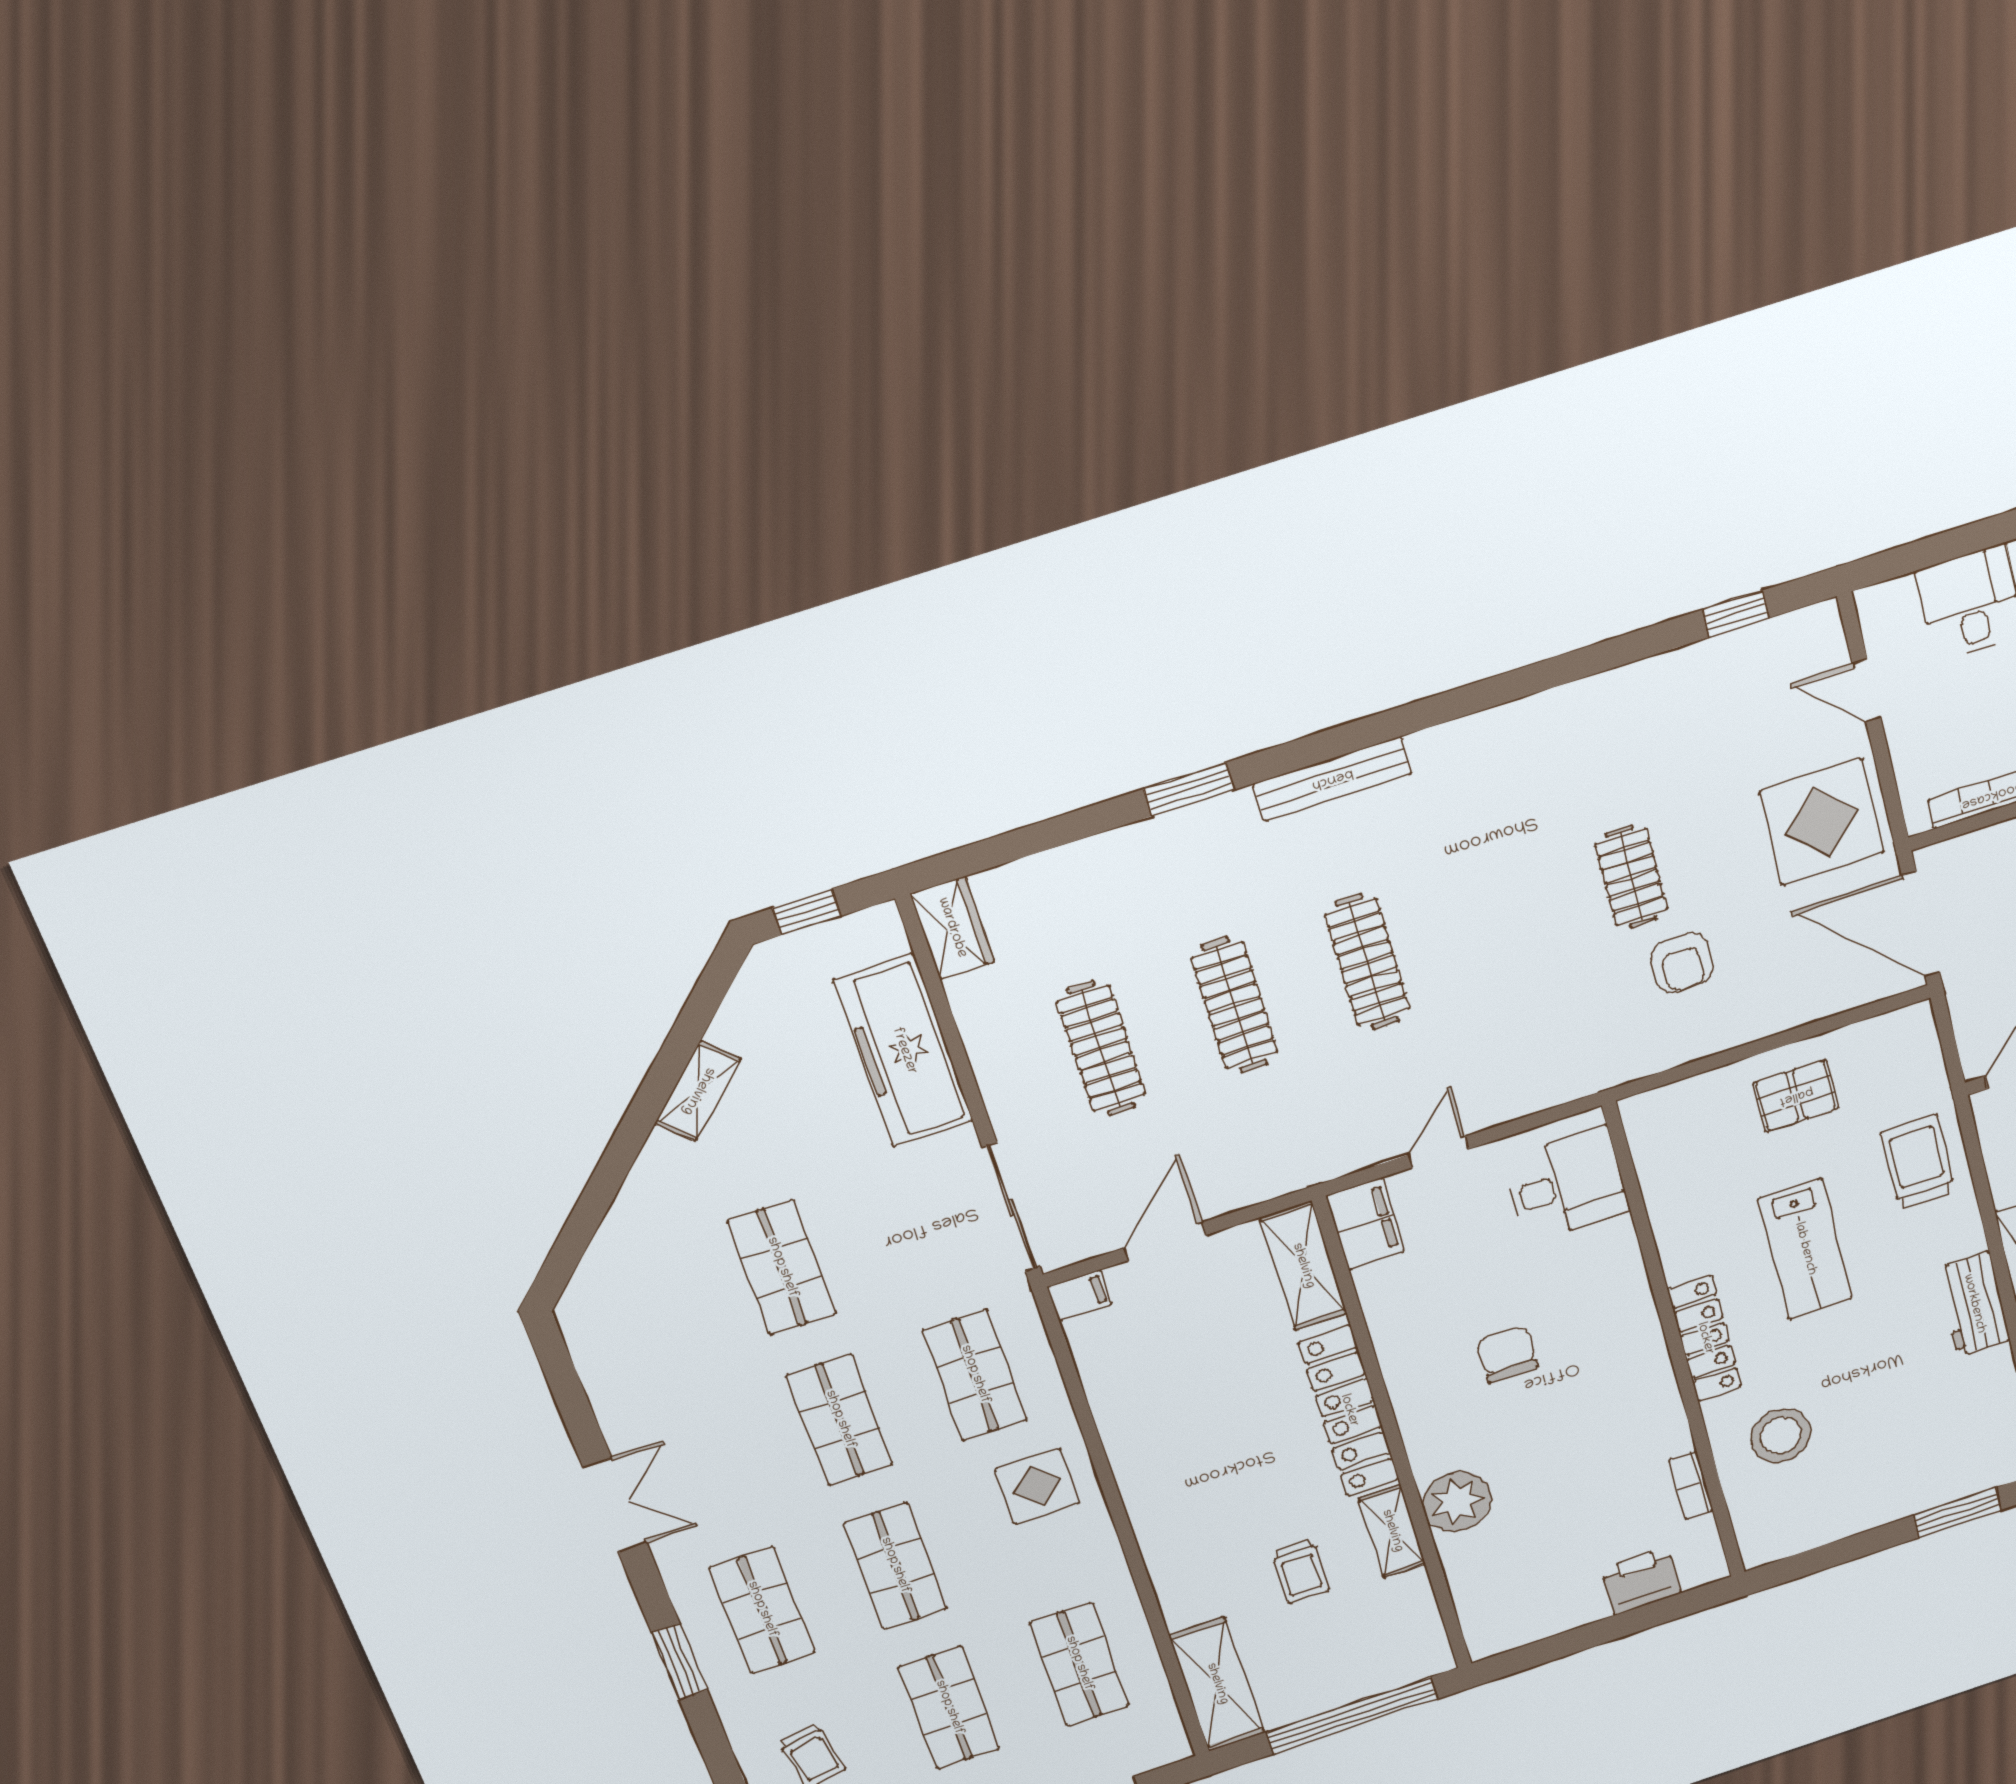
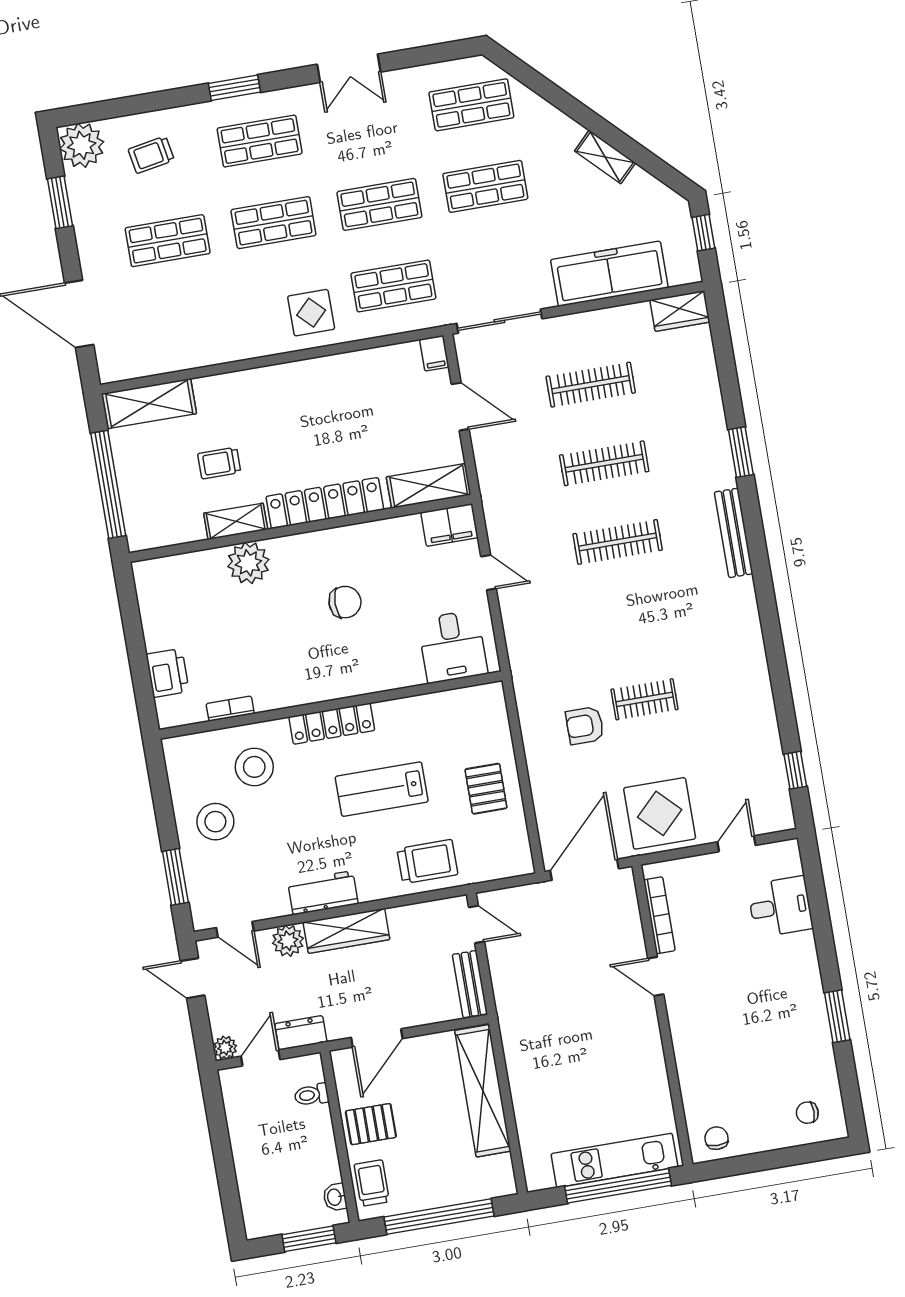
stool: (1869, 1474) -> (215, 822), added
shop shelf: (1079, 1664) -> (471, 105), moved

